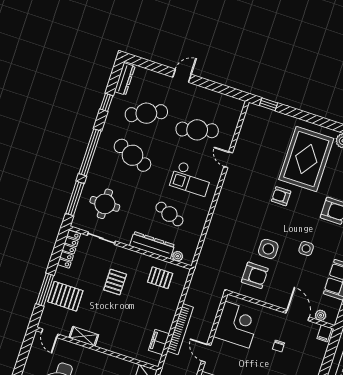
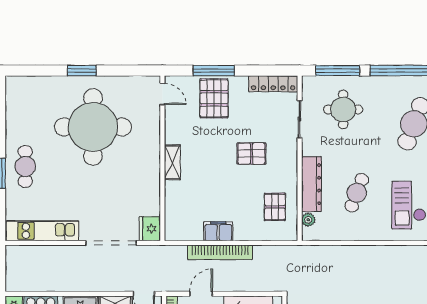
door: (50, 333) -> (162, 94), swing flipped
shelving: (84, 336) -> (172, 162), moved
filing cabinet: (159, 342) -> (218, 231), moved

